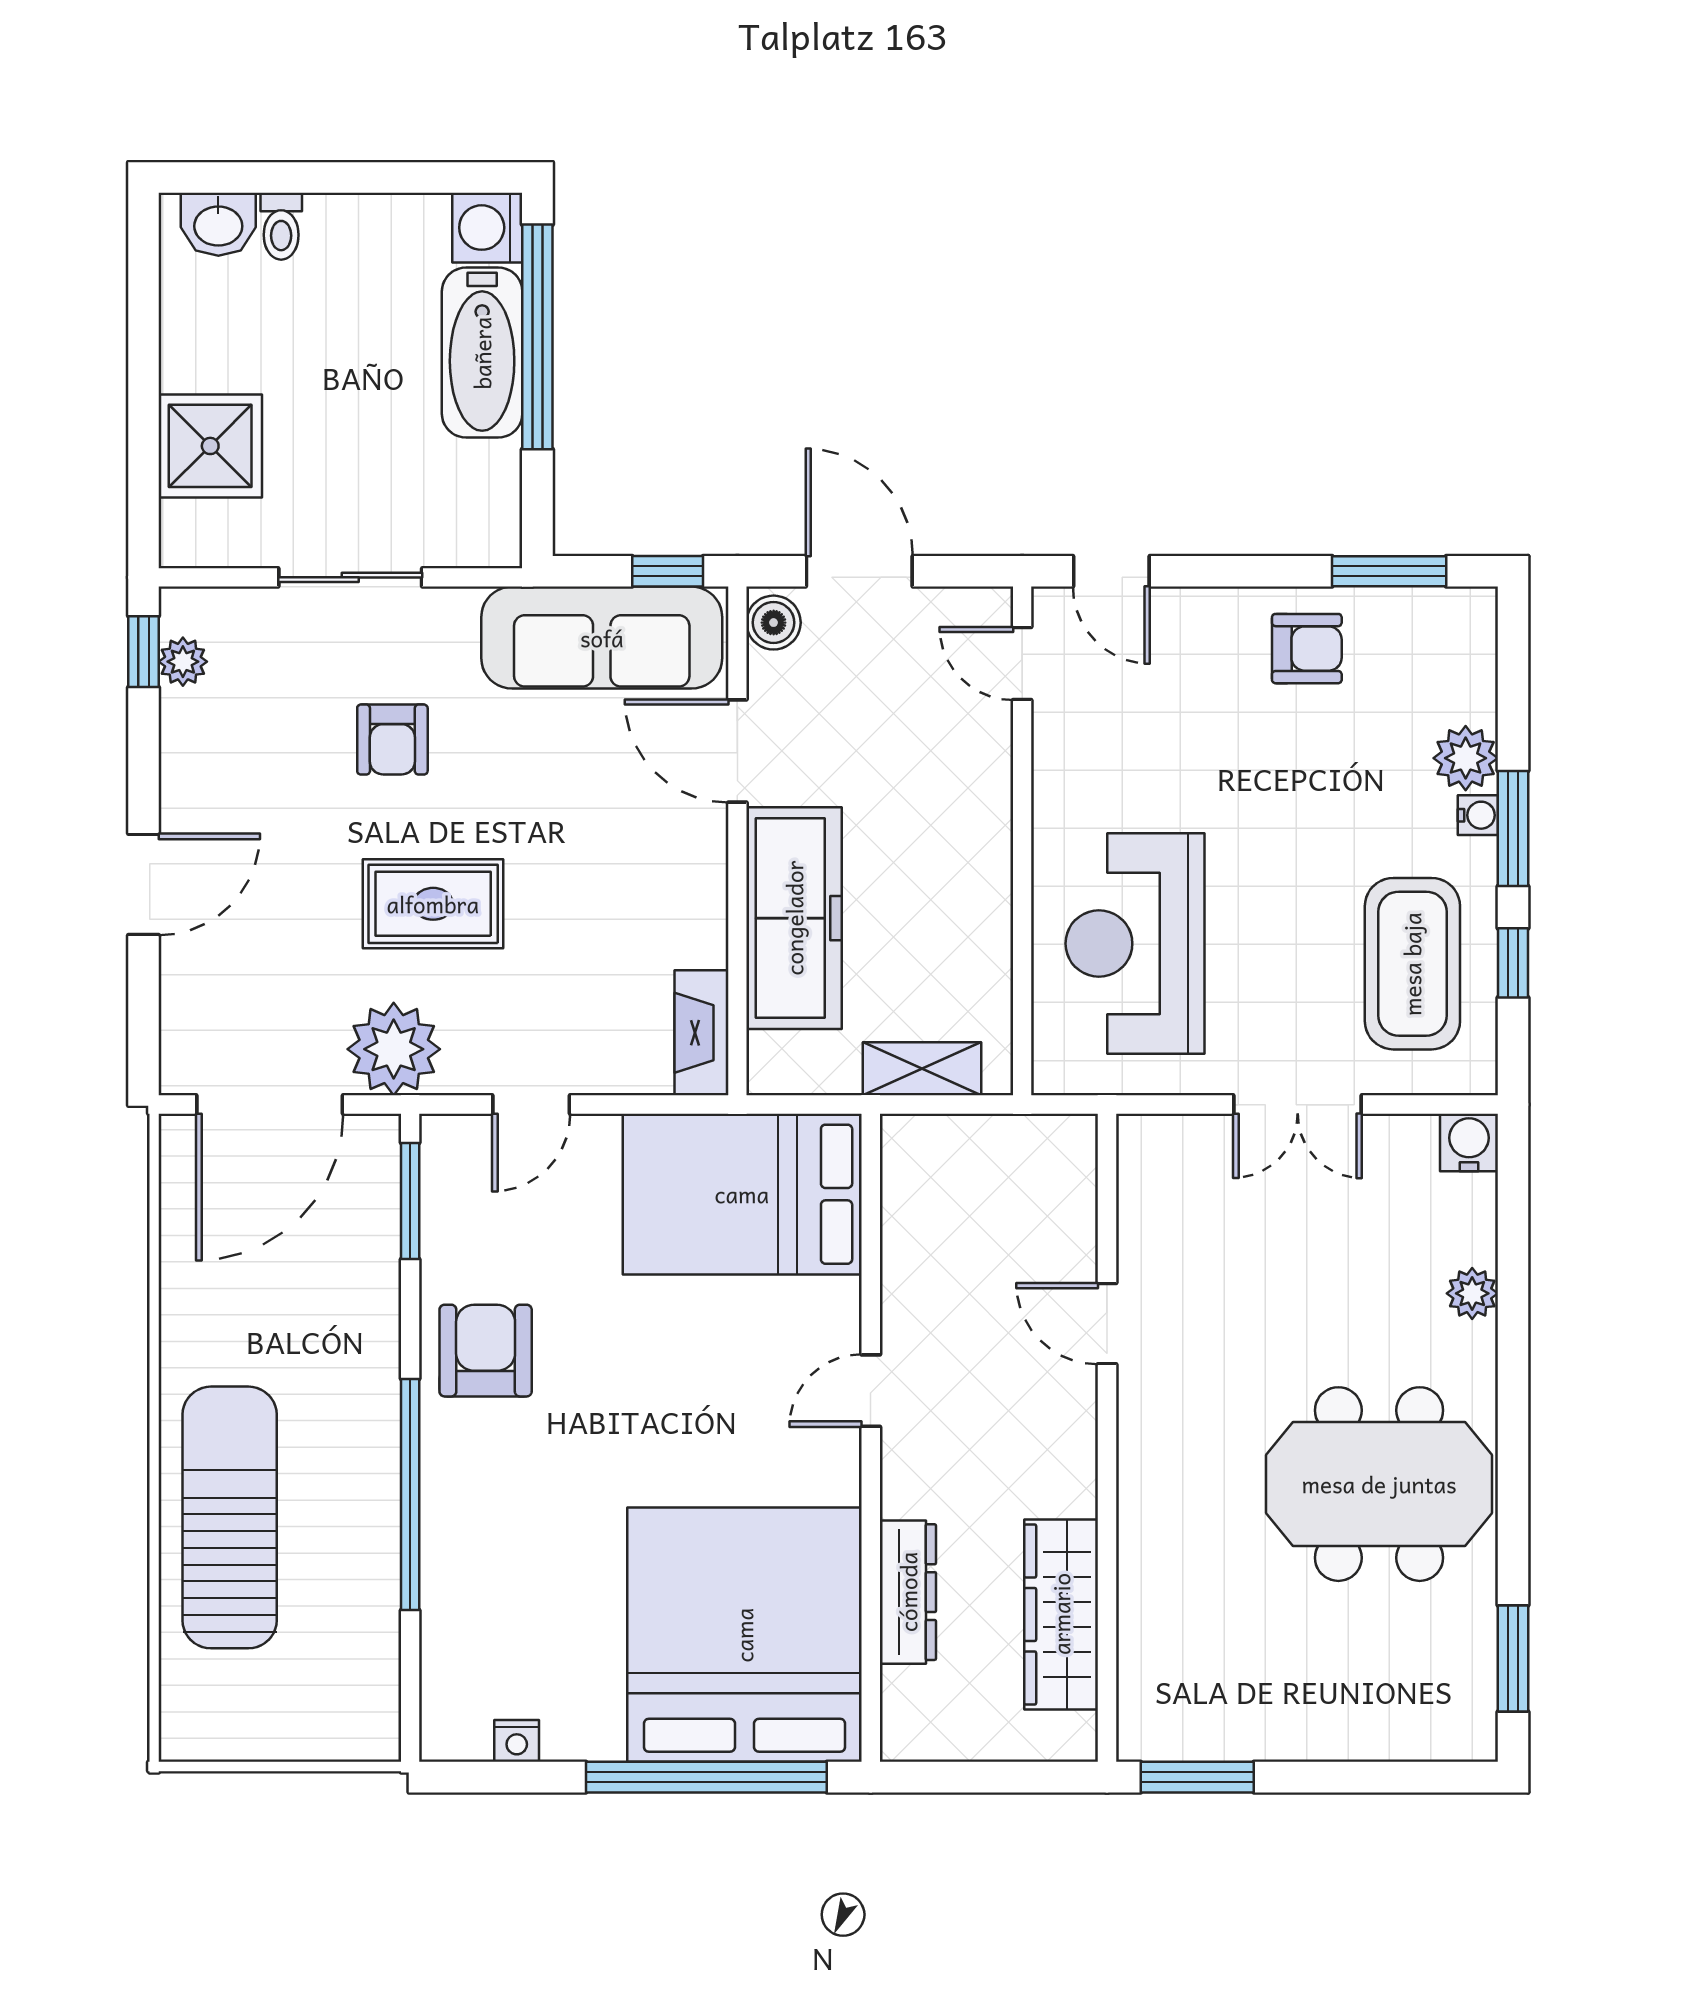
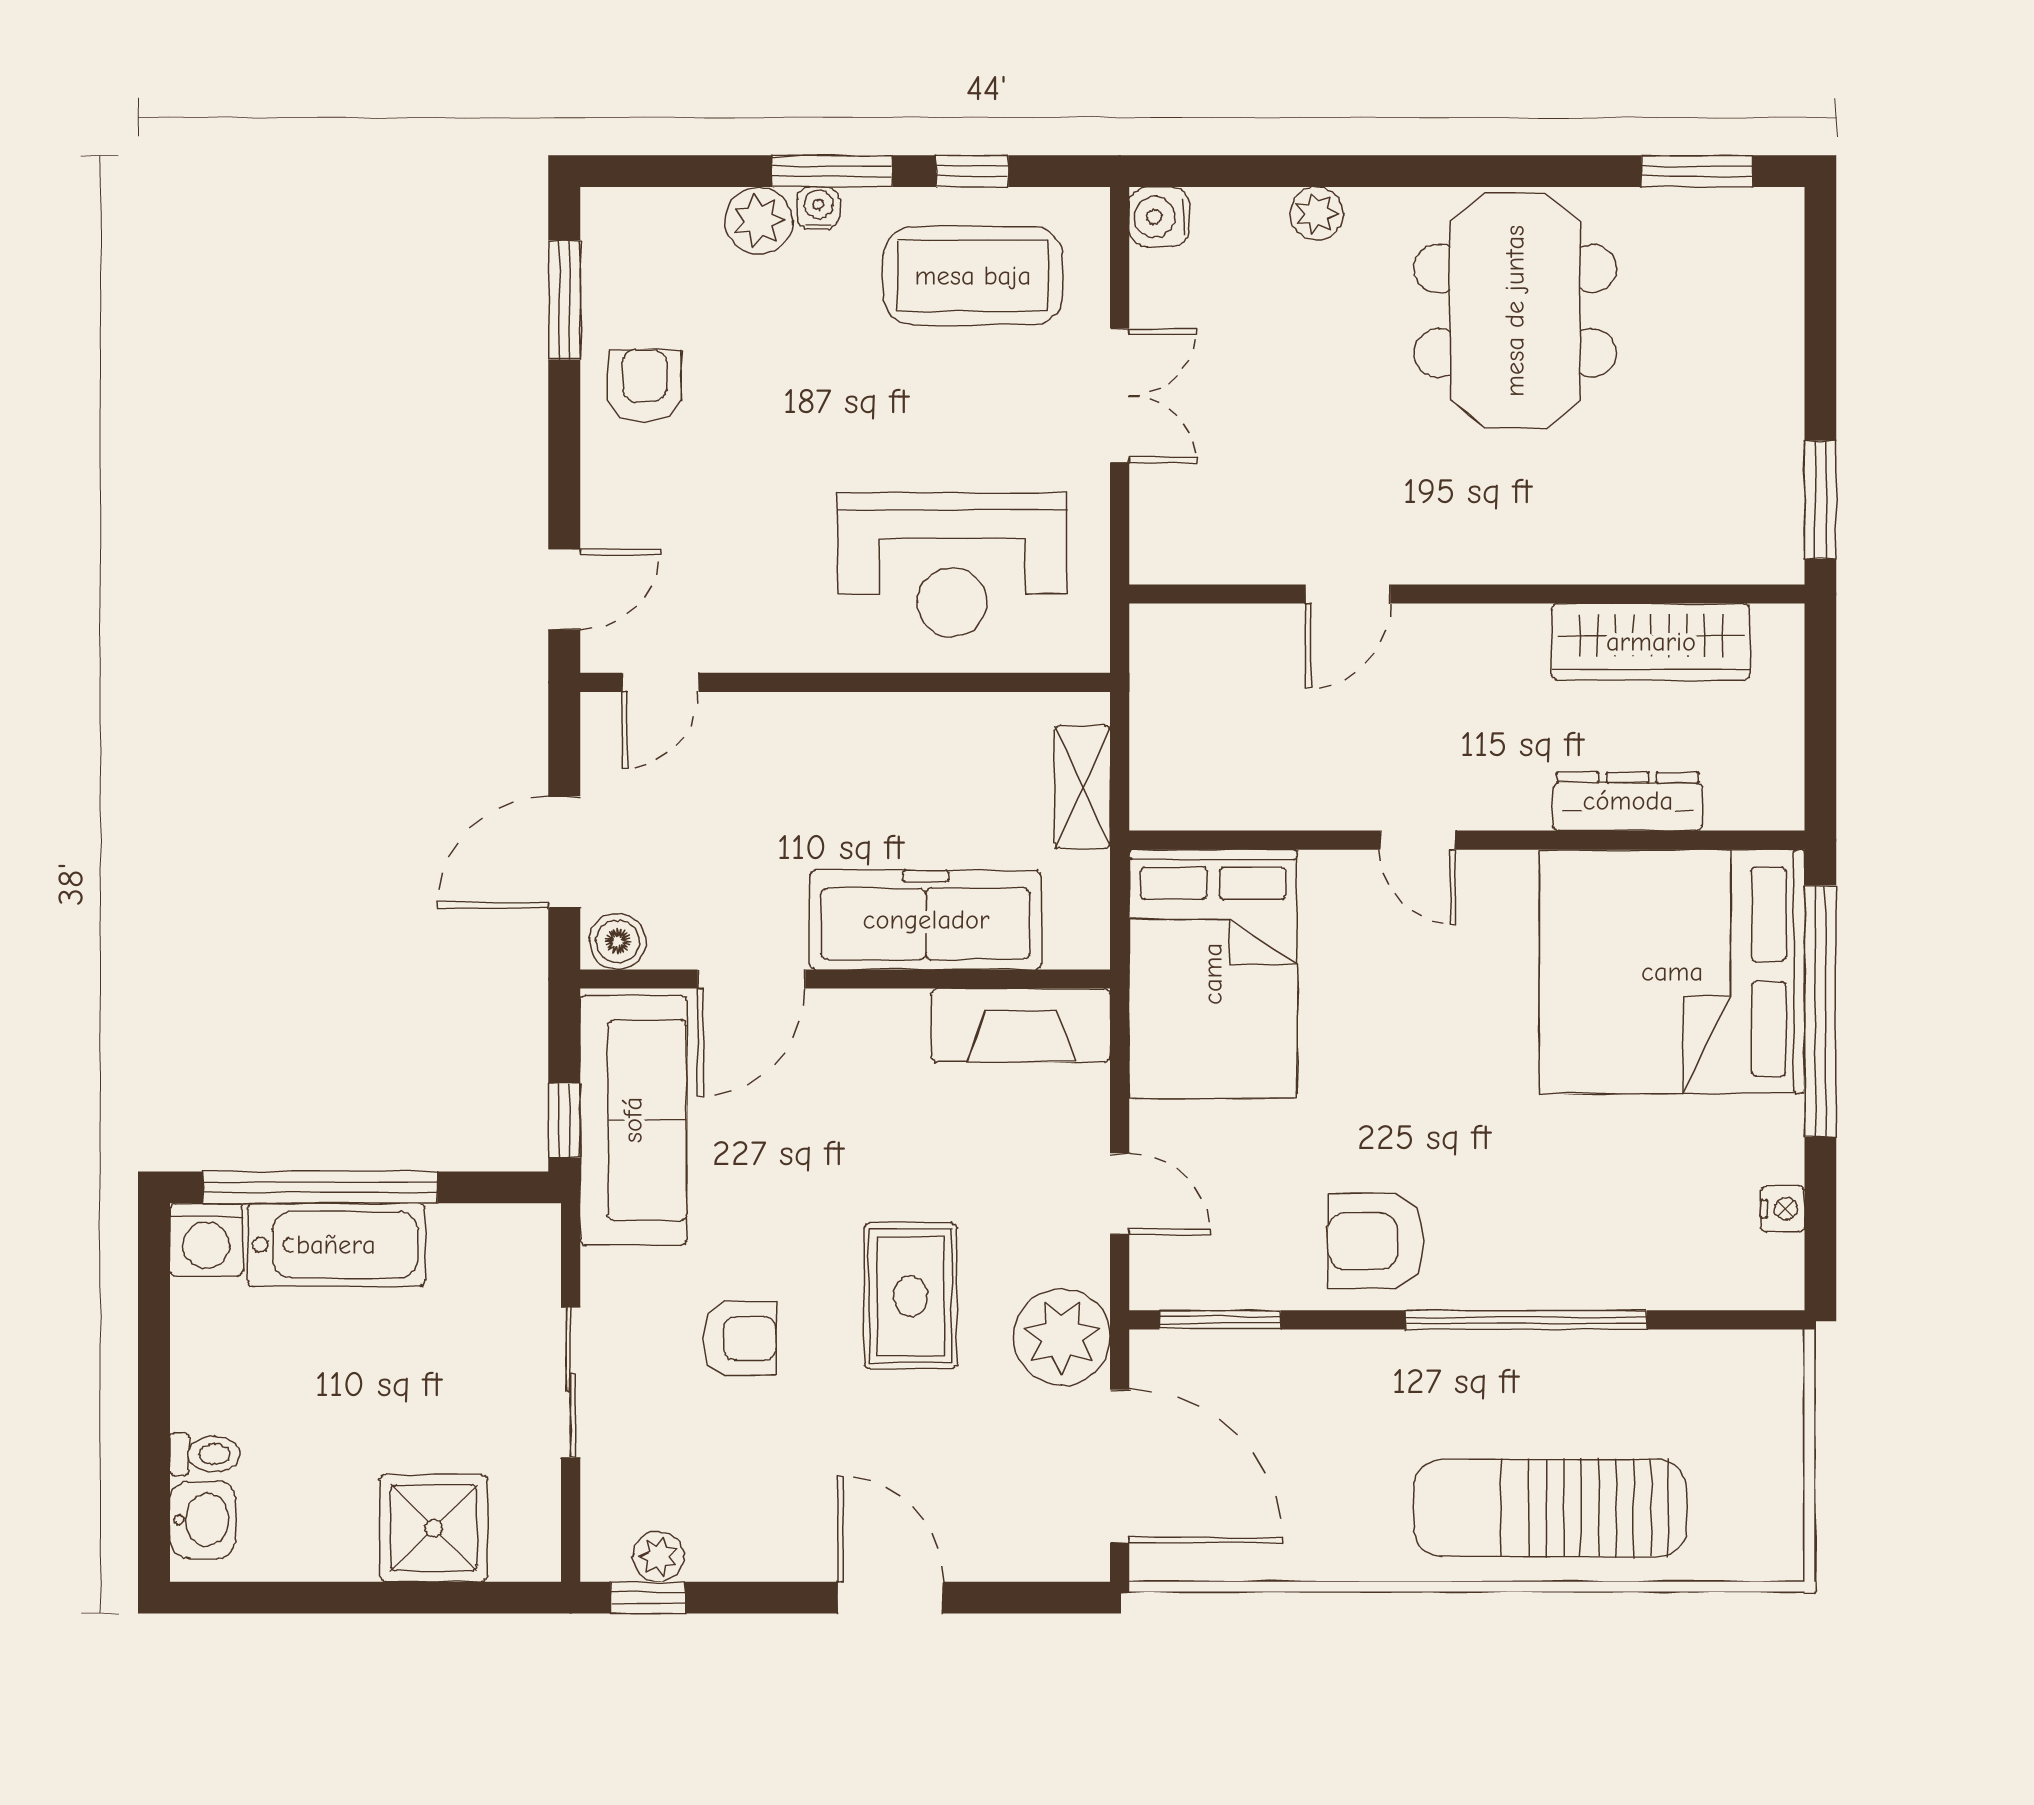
window: (668, 571) -> (564, 1120), moved
fireplace: (701, 1033) -> (1021, 1025), width x1.37, depth x1.32

